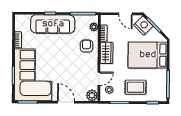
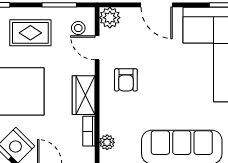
armchair: (86, 46) -> (126, 80), moved
door: (99, 79) -> (97, 48), hinge flipped

